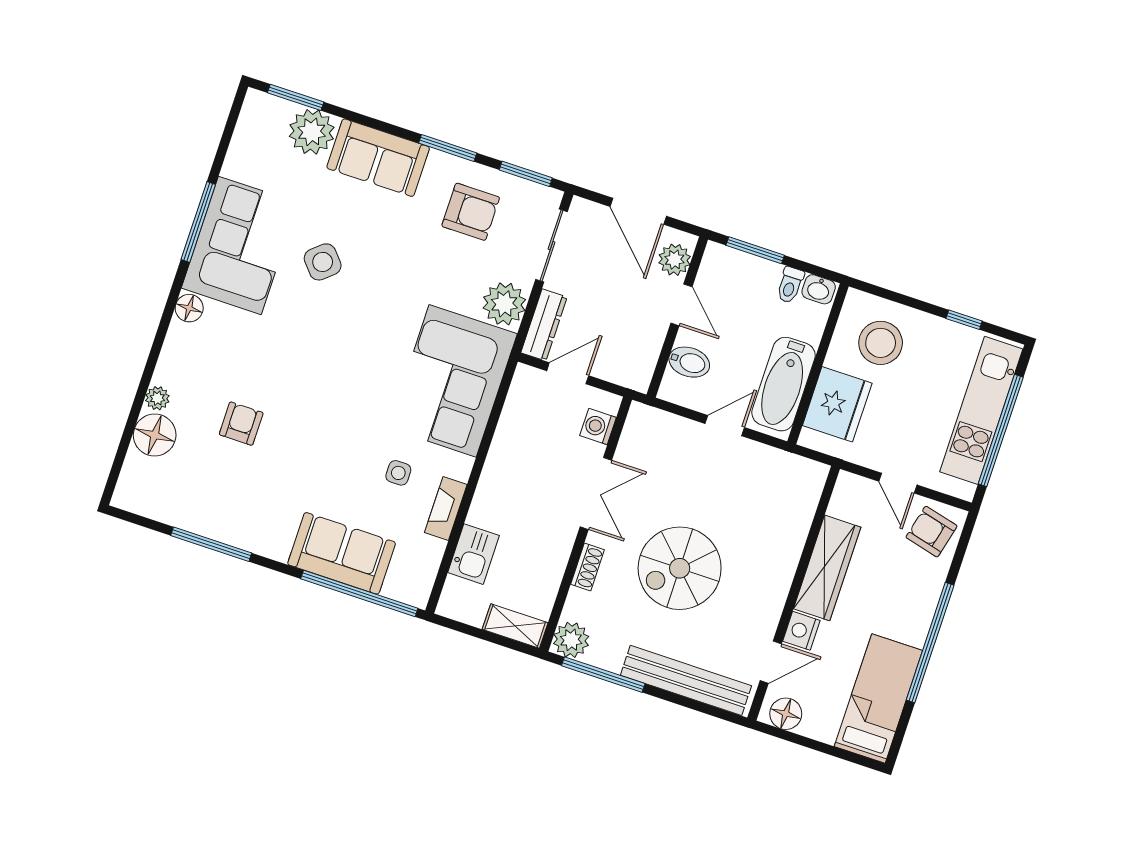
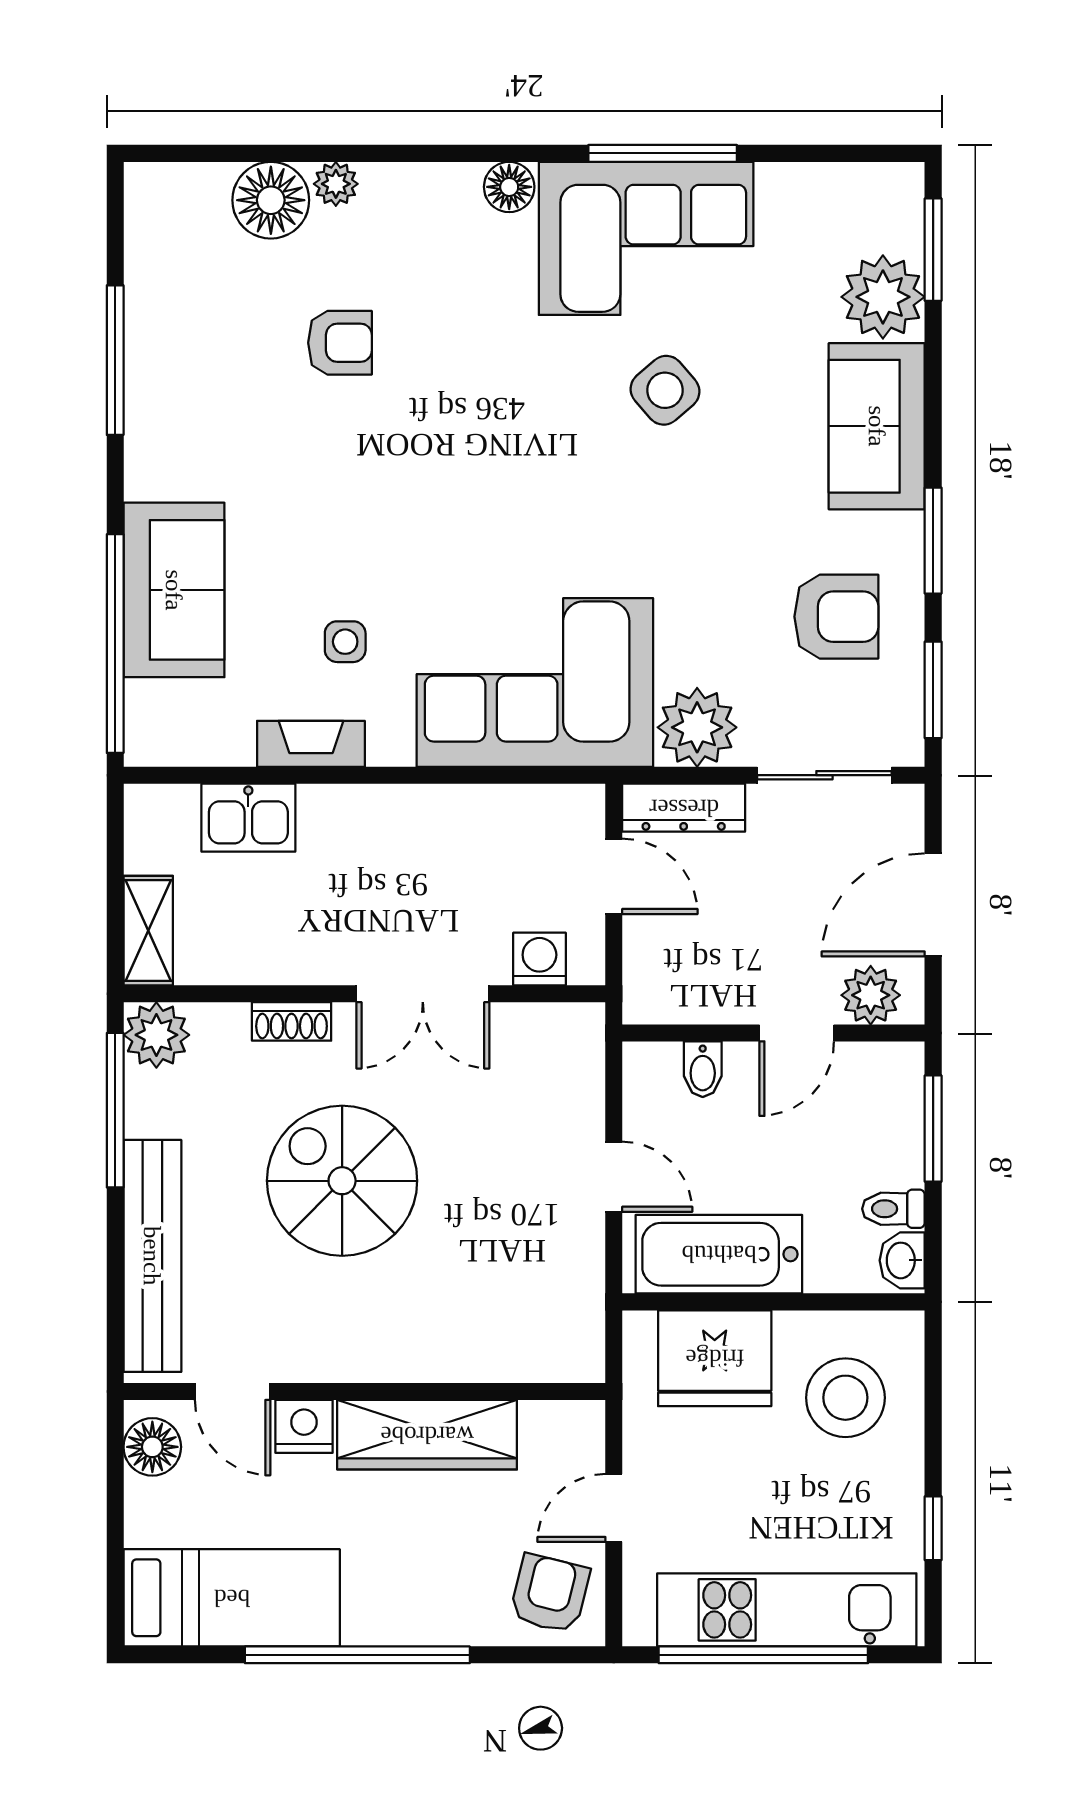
armchair: (471, 212) -> (836, 617), turned -90
bidet: (689, 362) -> (703, 1069), width x0.72, depth x0.74

